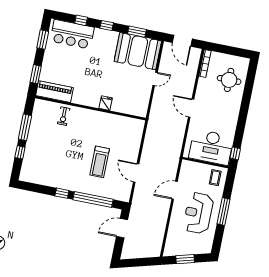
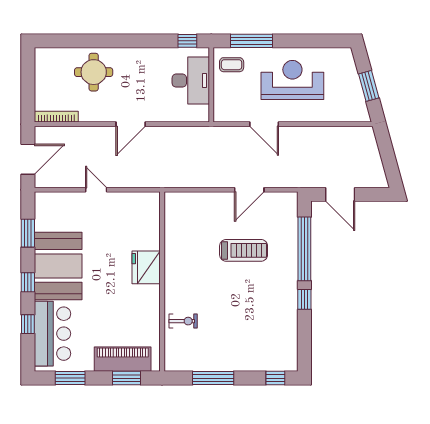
booth: (138, 51) -> (58, 266), moved
round table: (229, 80) -> (94, 72), moved
piano: (54, 92) -> (123, 359), moved, turned 90
fridge: (106, 103) -> (146, 267), width x1.88, depth x1.34
desk: (211, 147) -> (191, 81), width x0.73, depth x0.77
window: (20, 152) -> (275, 378), moved
window: (224, 211) -> (251, 41), moved
reception desk: (198, 213) -> (292, 80), turned 180

